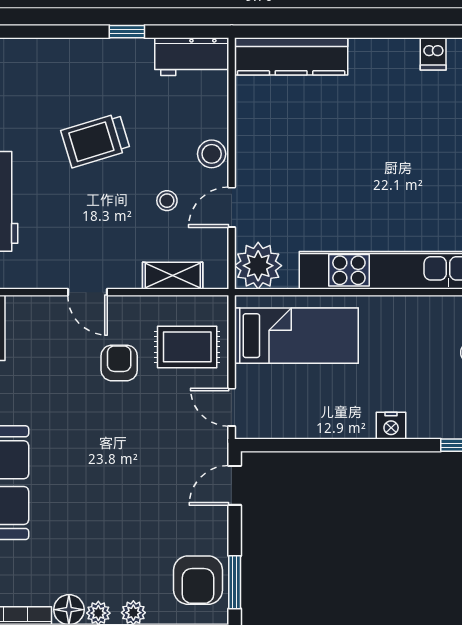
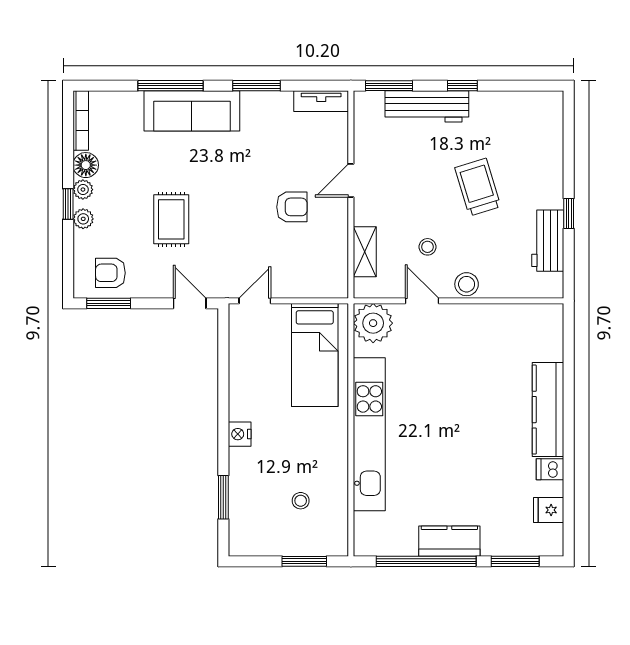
kitchen counter: (291, 56) -> (548, 410), moved
workbench: (192, 57) -> (548, 241), moved
rug: (187, 347) -> (171, 219), moved
armchair: (198, 580) -> (110, 273), width x0.72, depth x0.72

